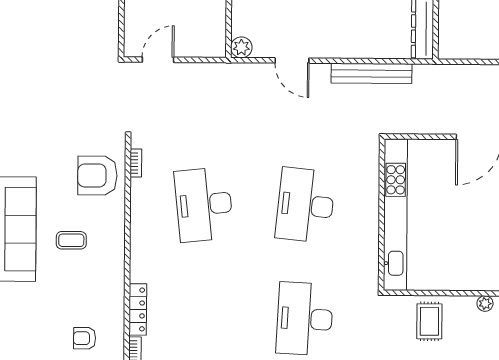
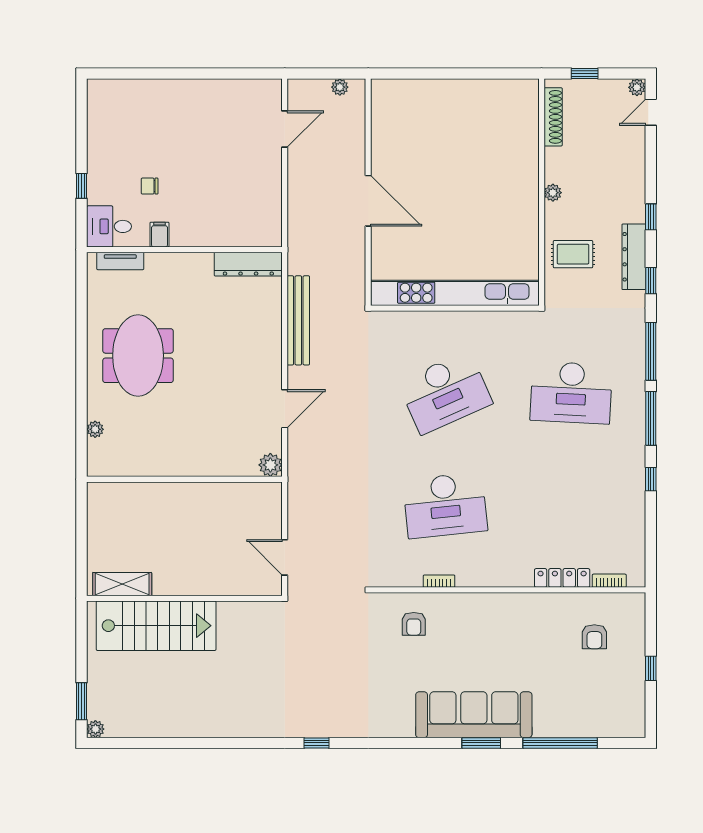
bookcase: (136, 163) -> (439, 581), moved
armchair: (97, 176) -> (414, 624), width x0.53, depth x0.53
desk: (305, 205) -> (445, 393), turned -30
coffee table: (71, 240) -> (486, 652), removed

